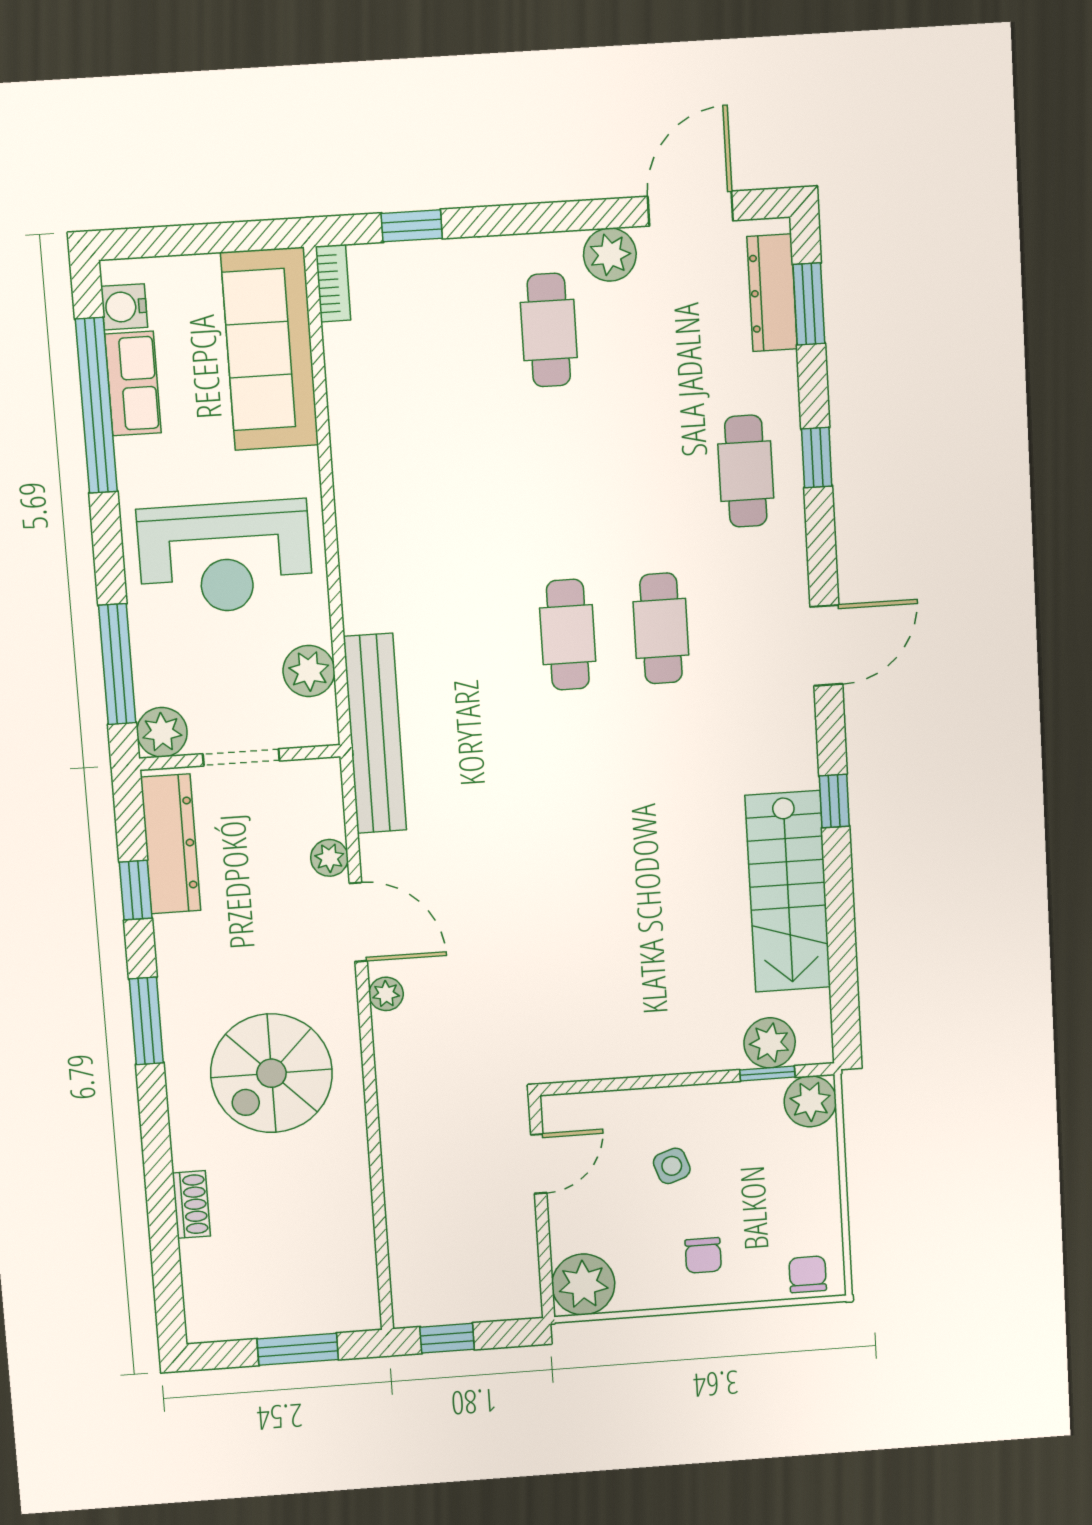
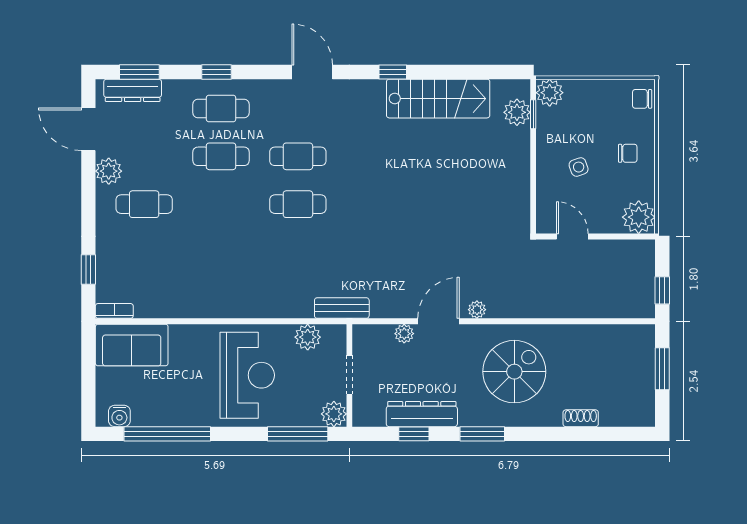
sofa: (270, 349) -> (132, 345), width x0.73
row of seats: (133, 383) -> (158, 415), removed
cafe table: (652, 477) -> (221, 156), added
bench: (375, 733) -> (342, 308), width x0.54, depth x0.82
dresser: (171, 844) -> (422, 414), moved
spiral stairs: (271, 1073) -> (514, 372), turned -90

